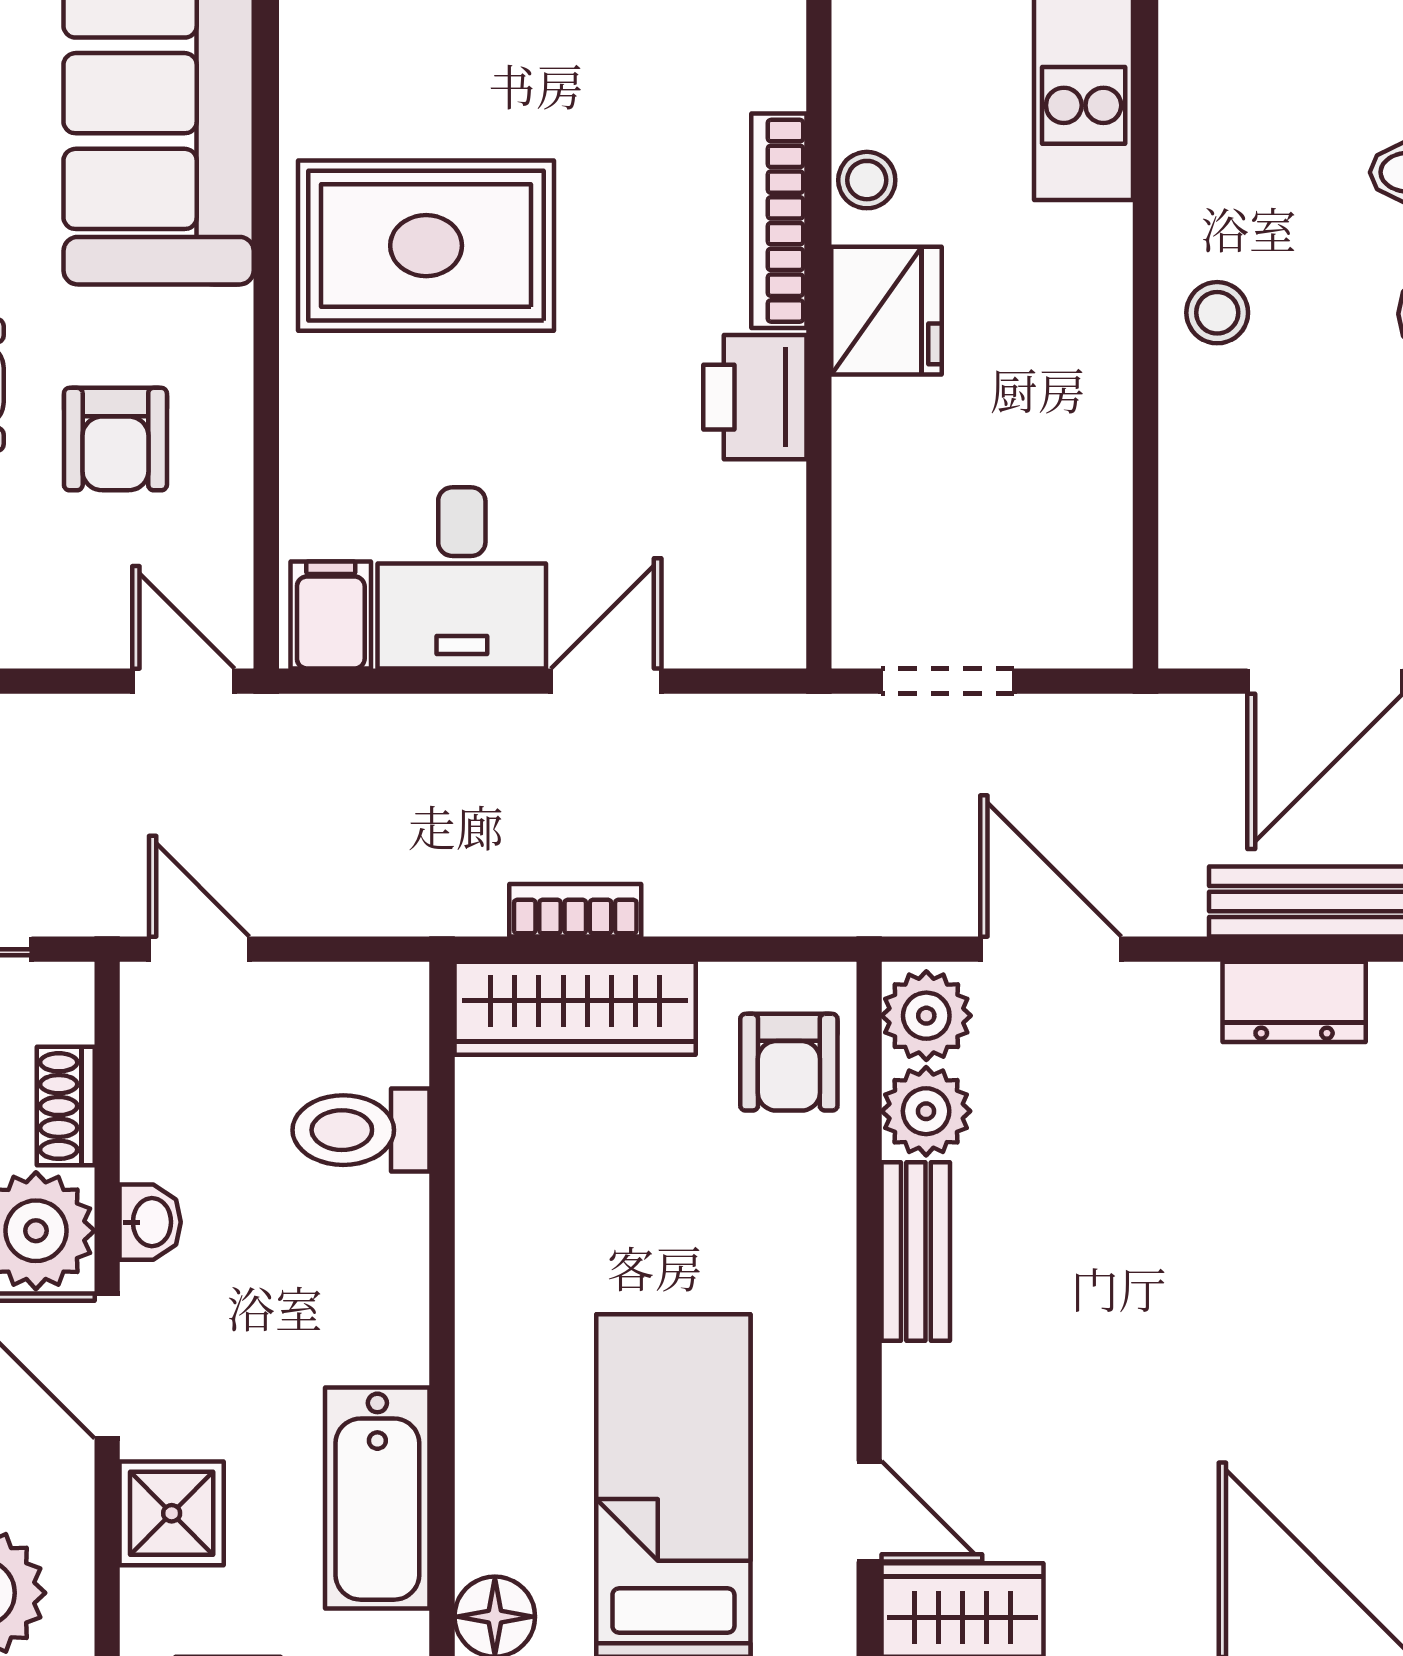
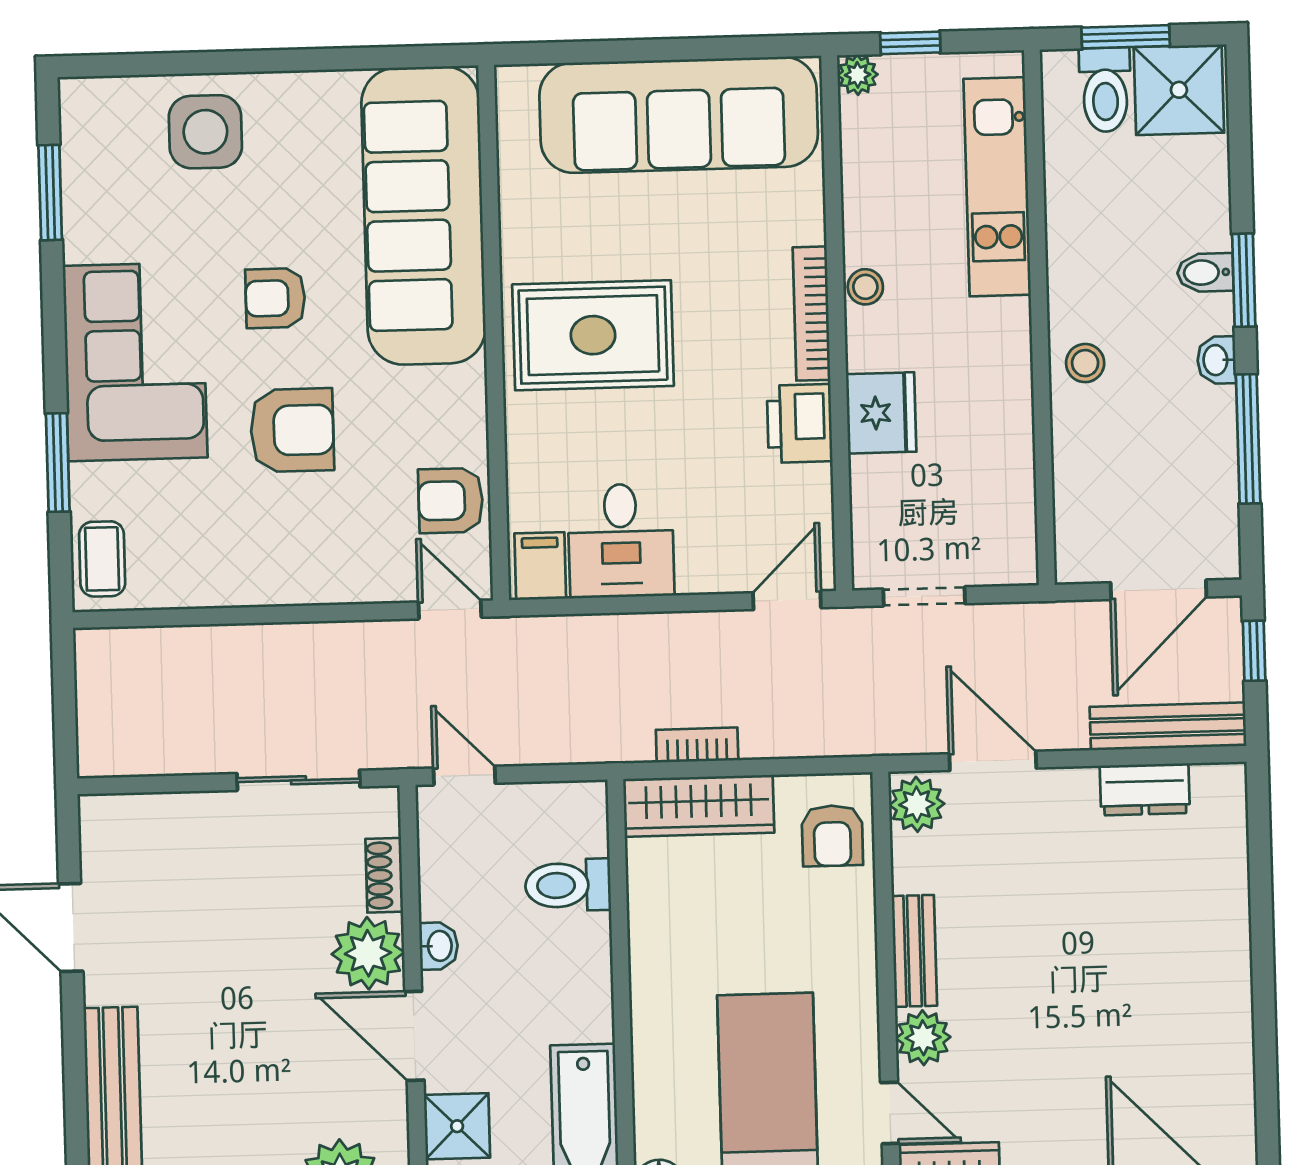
fridge: (887, 311) -> (881, 413), moved
armchair: (115, 439) -> (451, 500), moved, turned 90
door: (606, 681) -> (787, 600), moved
plant: (926, 1111) -> (923, 1038), moved

